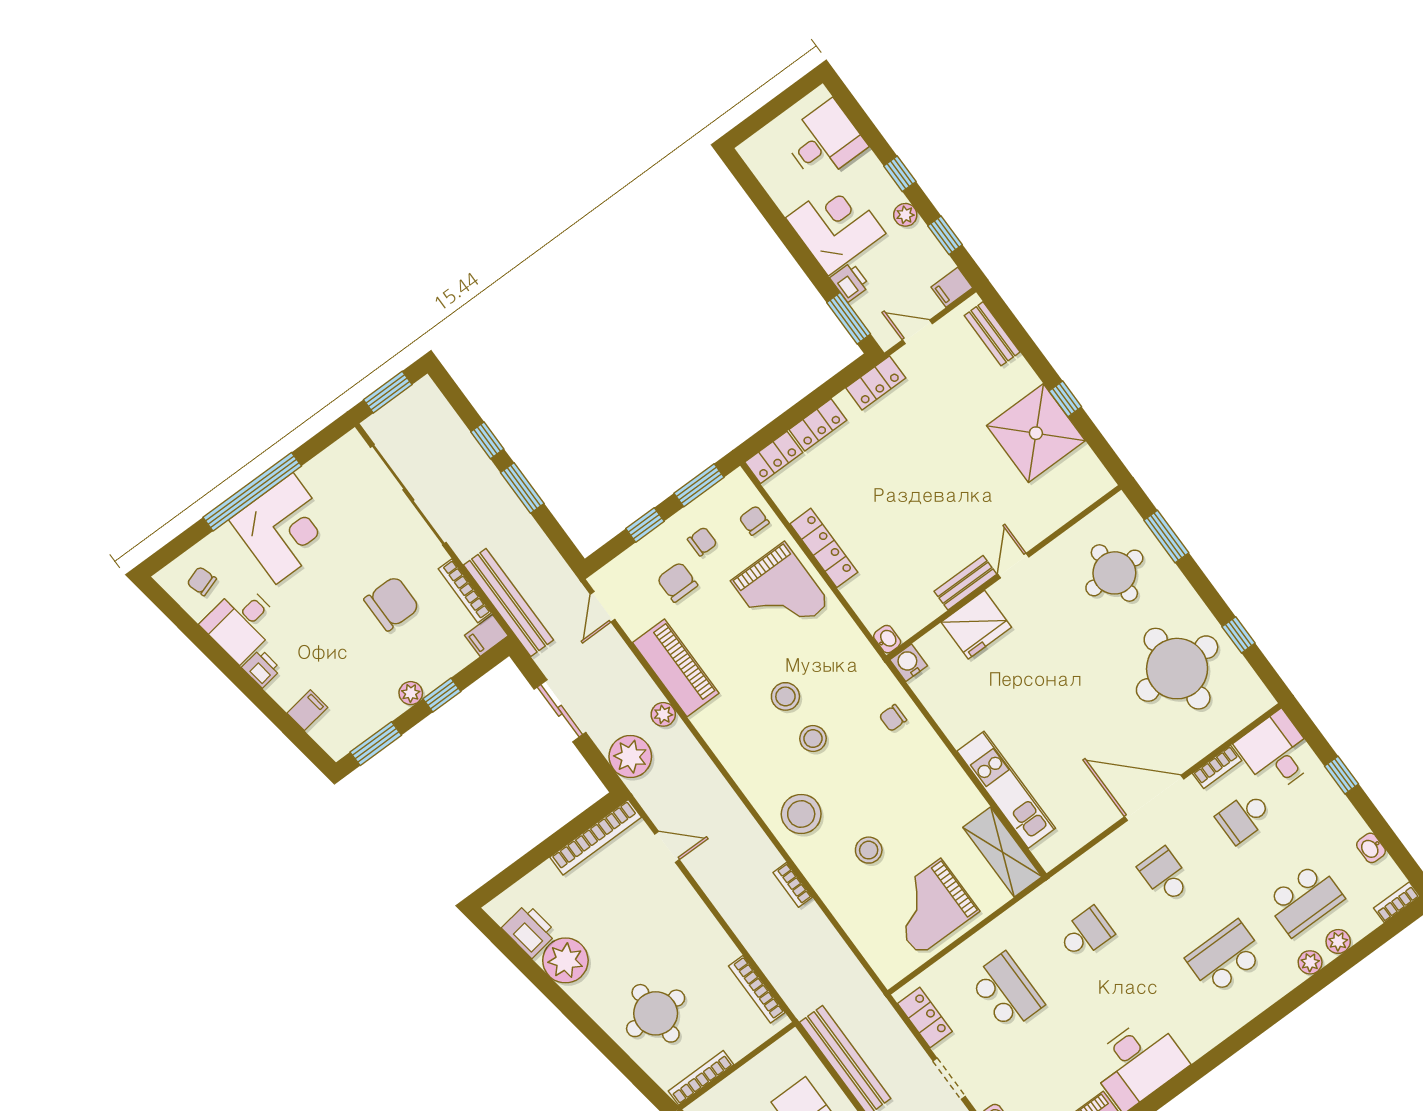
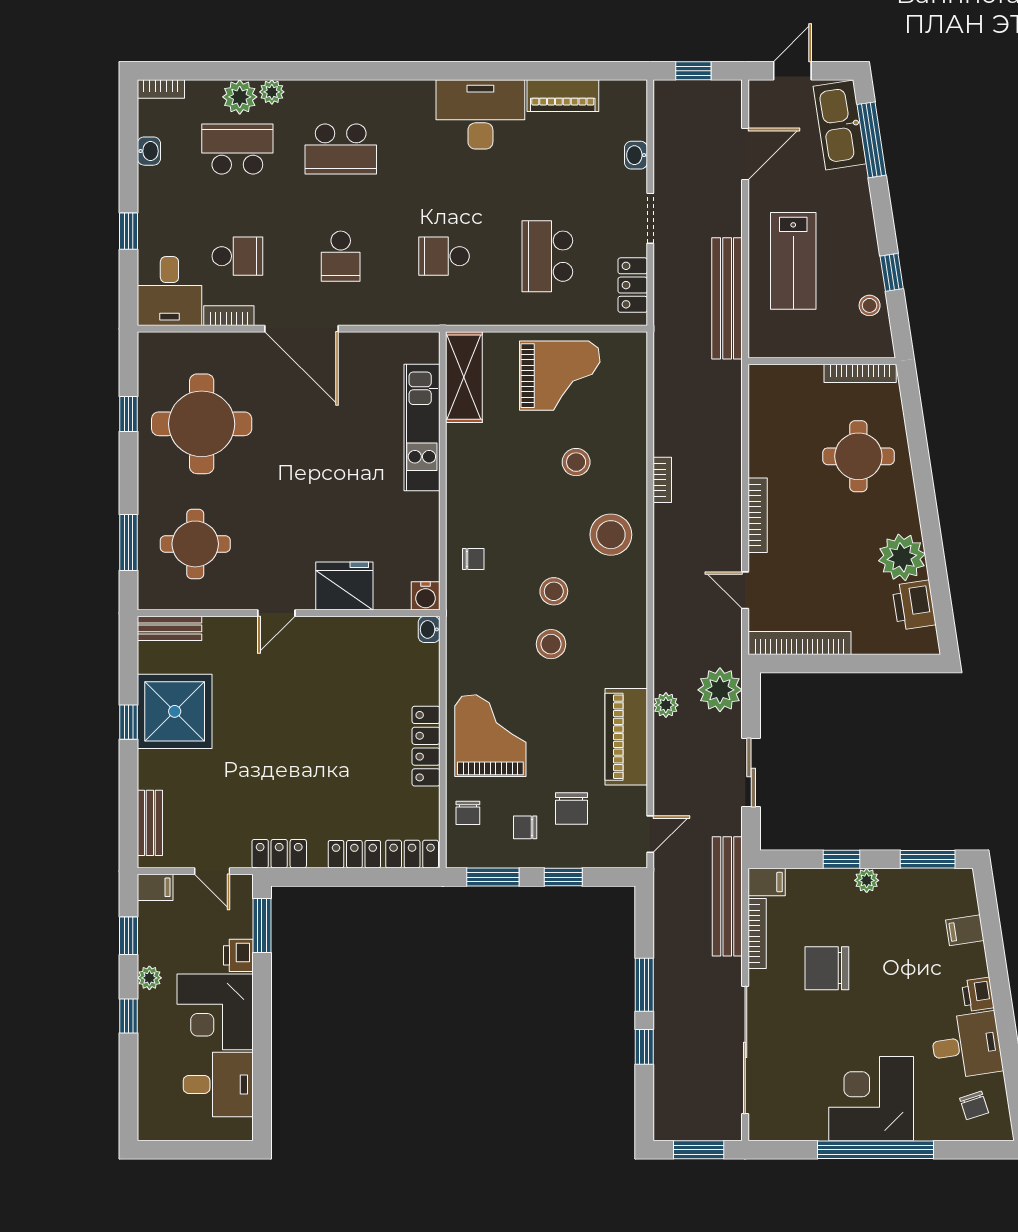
desk: (824, 141) -> (218, 1084), moved, turned 180
bench: (965, 583) -> (169, 628), moved
plant: (1338, 941) -> (240, 97), width x1.38, depth x1.38
bookcase: (757, 989) -> (758, 515), moved

